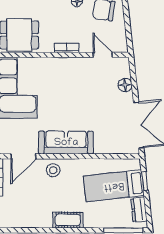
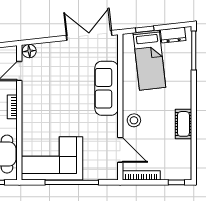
floor lamp: (125, 85) -> (29, 51), moved
sofa: (66, 143) -> (106, 88), moved
cot: (68, 220) -> (183, 124), moved

